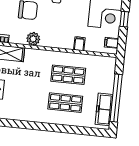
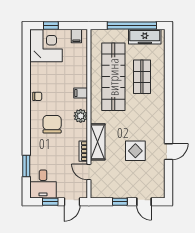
filing cabinet: (79, 44) -> (81, 93), moved
shop shelf: (68, 75) -> (113, 77), width x2.00, depth x1.36

